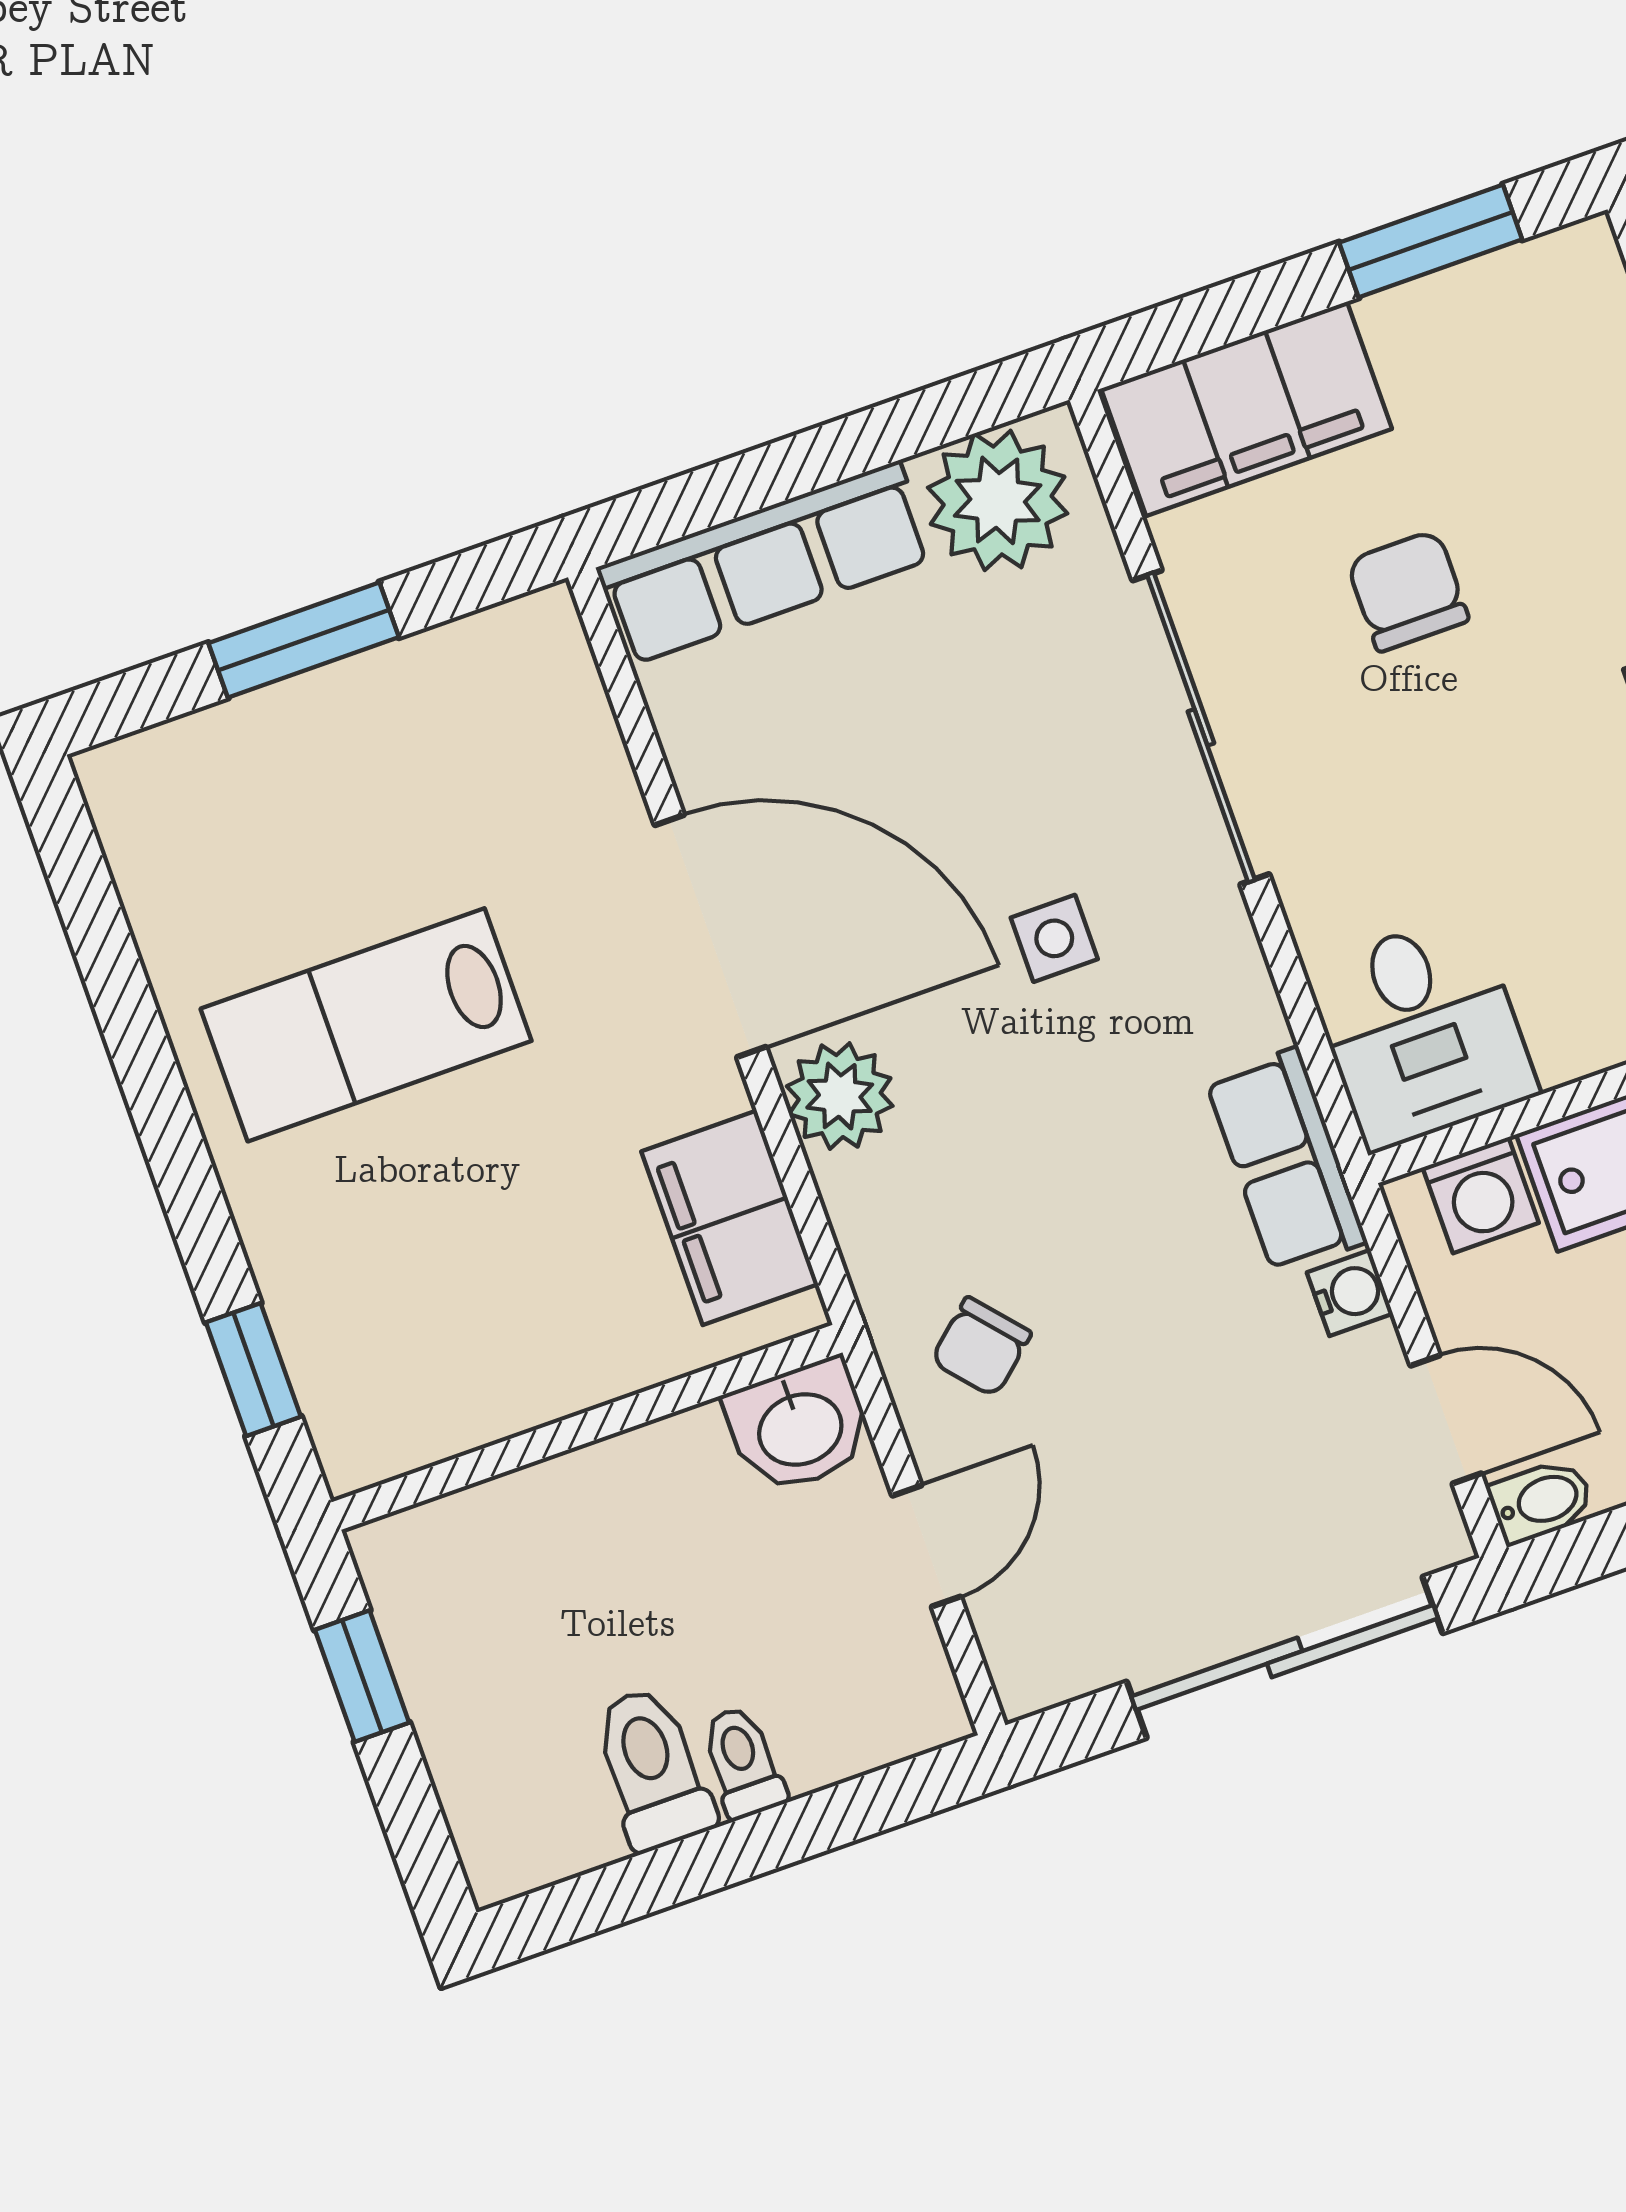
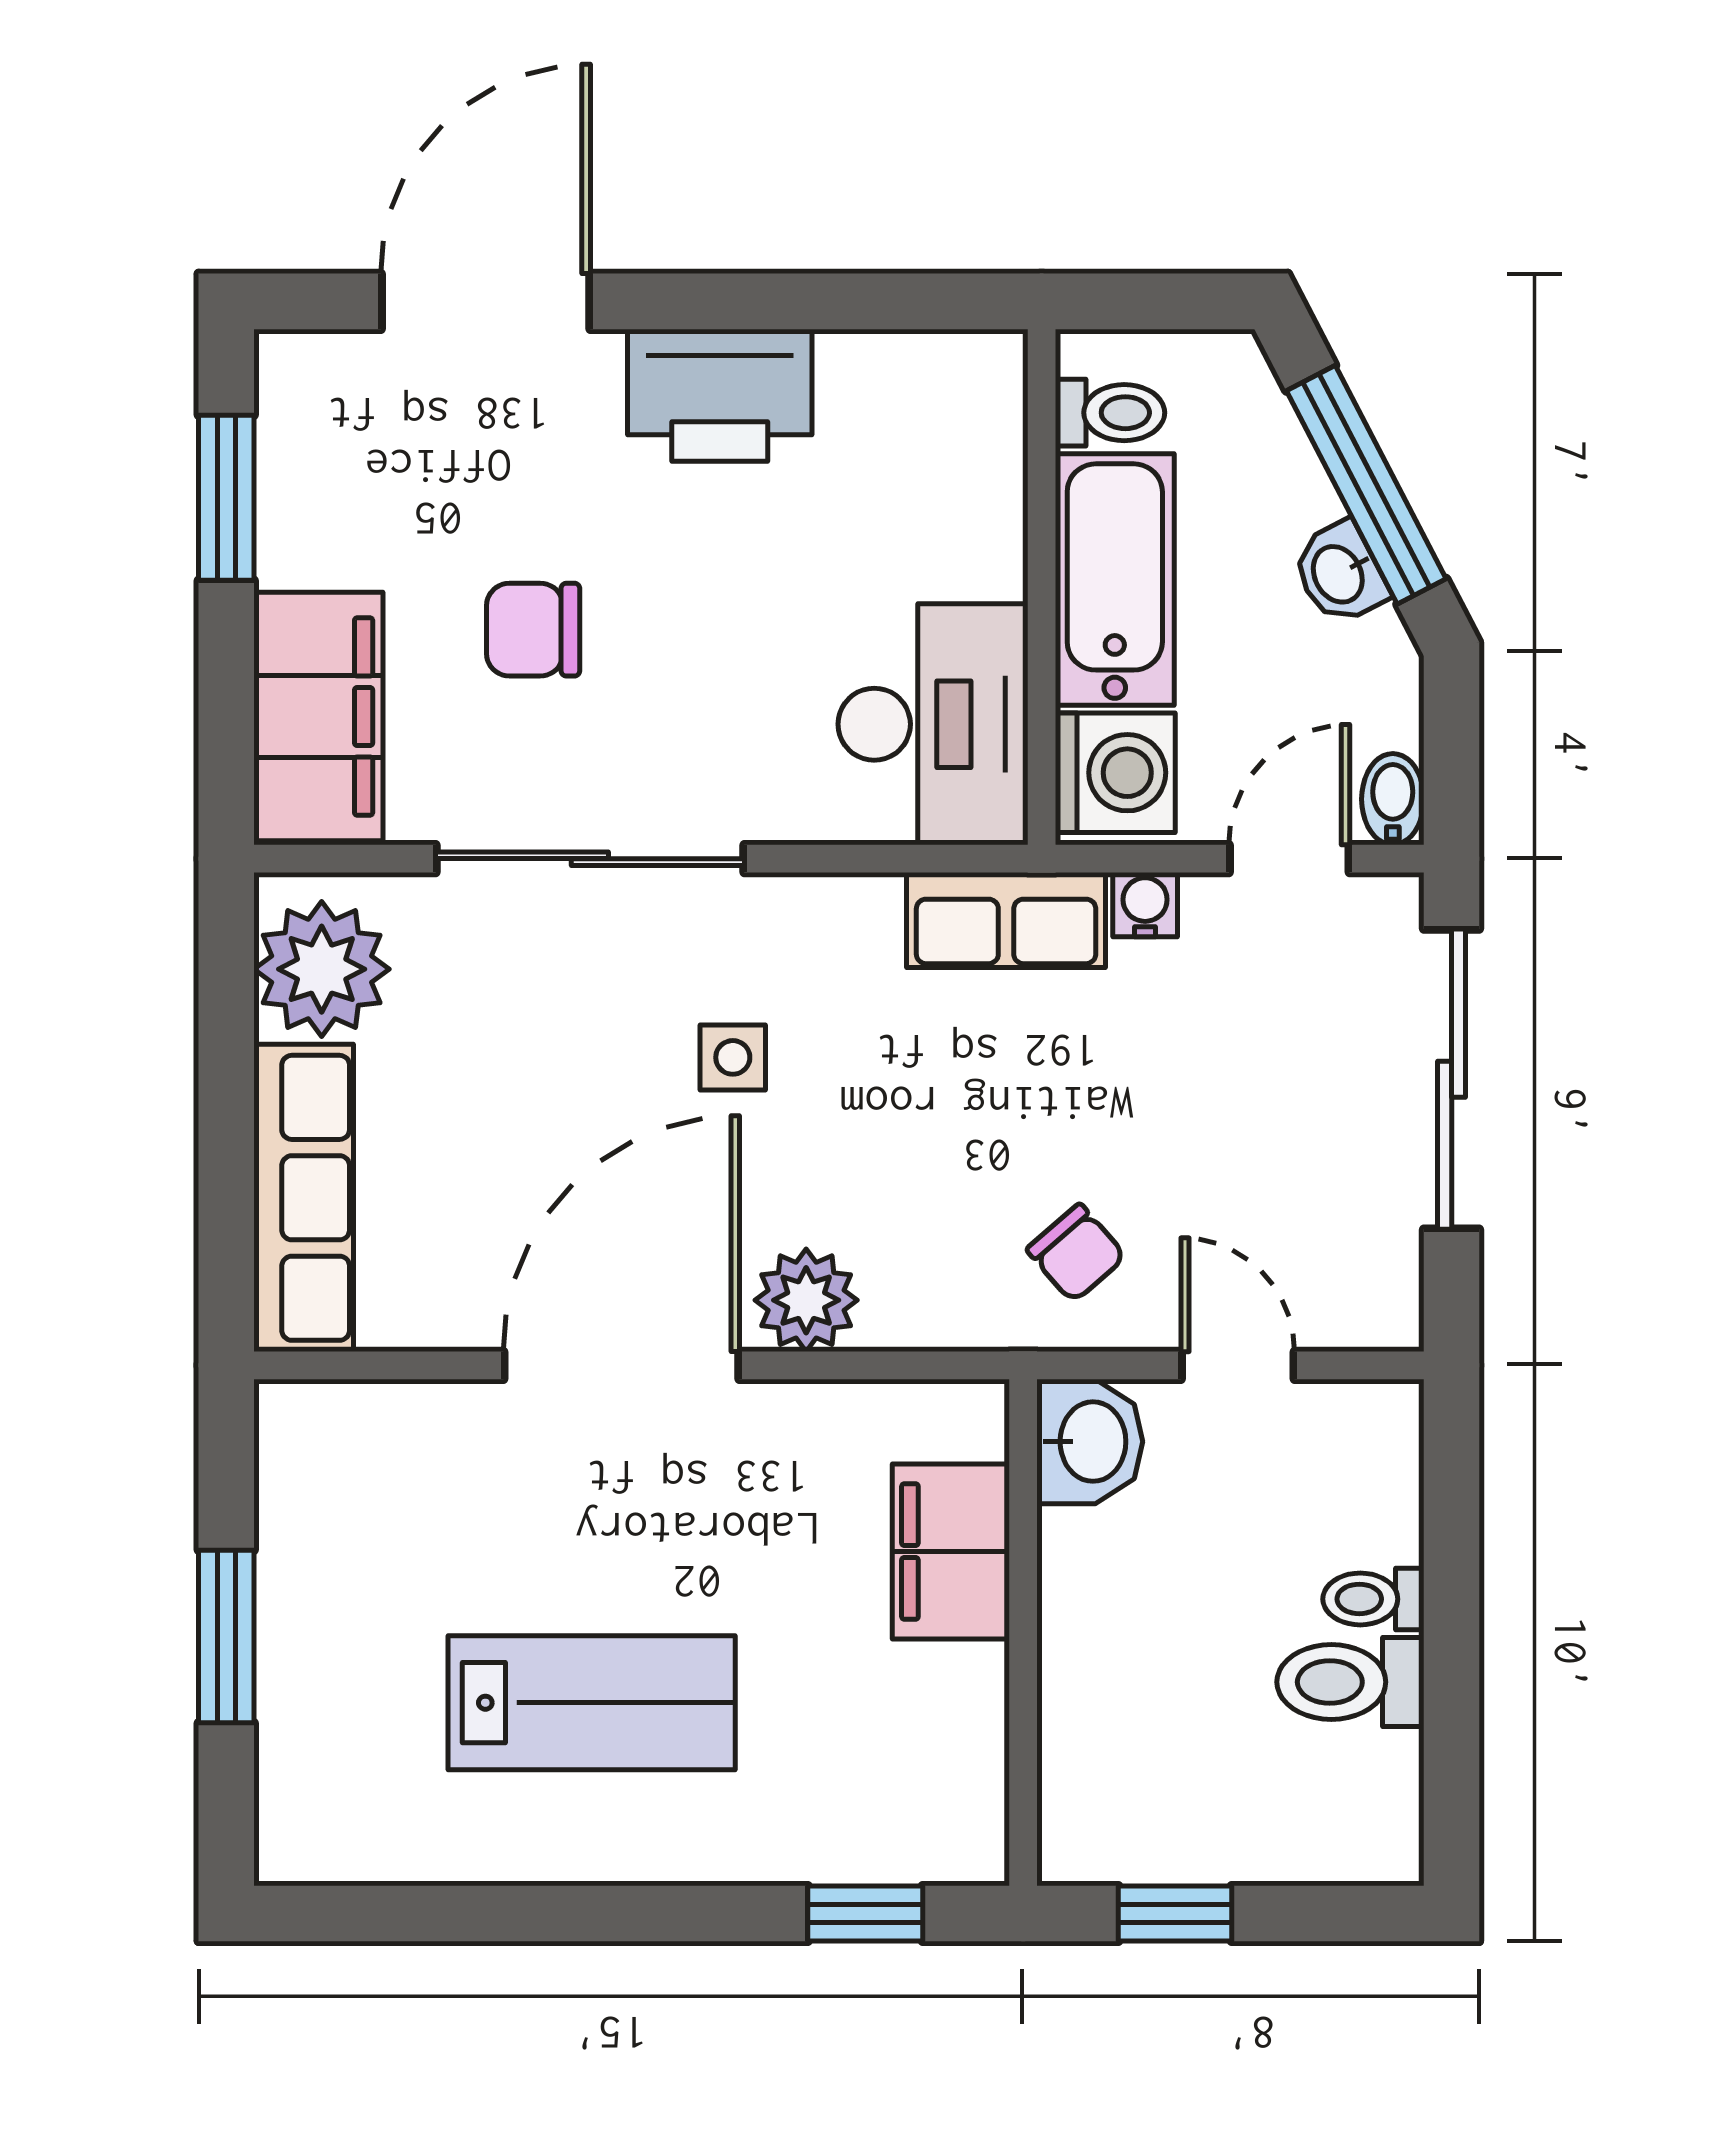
lab bench: (366, 1025) -> (592, 1703), turned -90
desk: (1422, 1031) -> (933, 724), width x1.37
washing machine: (1481, 1195) -> (1115, 773), width x1.38, depth x1.38
filing cabinet: (730, 1218) -> (951, 1552), moved, turned 90

